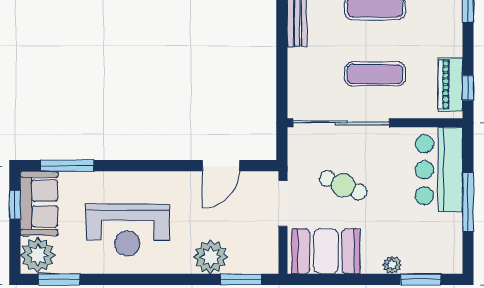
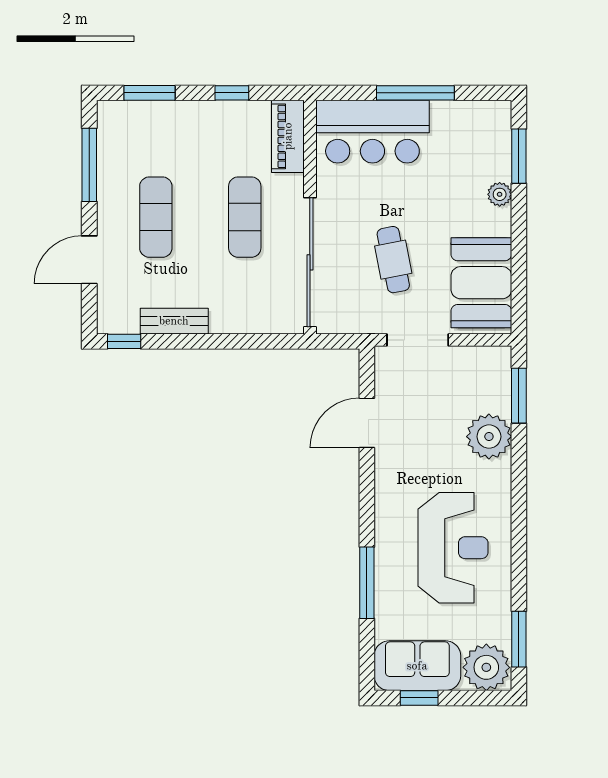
piano: (450, 84) -> (288, 136), moved, turned 90
window: (468, 88) -> (232, 93), moved
window: (67, 166) -> (367, 583), moved
door: (221, 166) -> (367, 423), swing flipped
cafe table: (343, 185) -> (393, 260), turned -34

